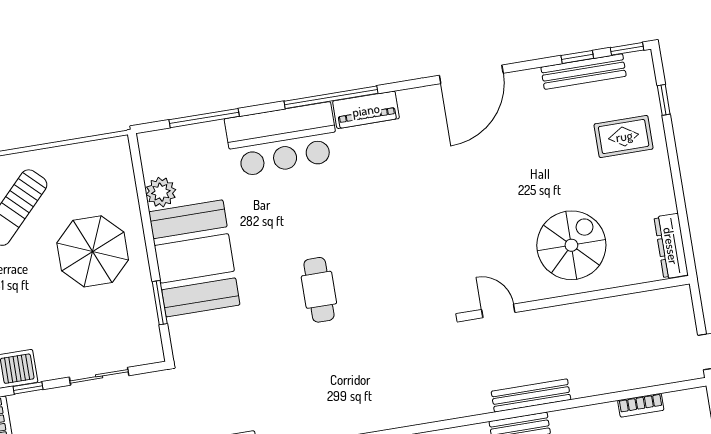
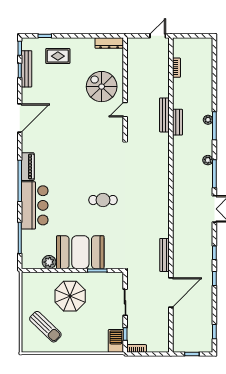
door: (471, 74) -> (20, 118), hinge flipped
rug: (624, 136) -> (58, 56), turned 90
door: (498, 311) -> (125, 110), moved

